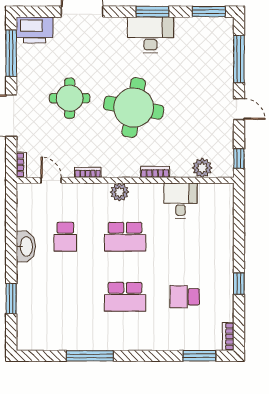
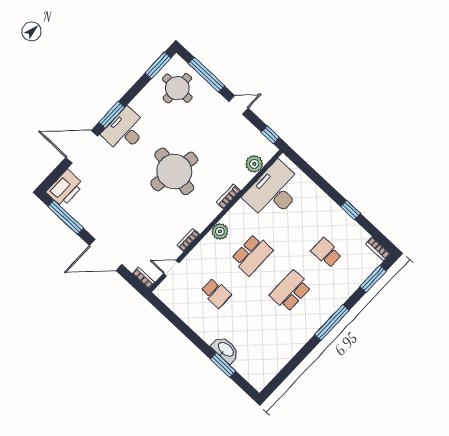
window: (153, 12) -> (112, 115), moved
desk: (150, 35) -> (125, 131), moved
round table: (70, 98) -> (177, 88), moved
desk: (180, 201) -> (274, 191), width x1.87, depth x1.30
washbasin: (26, 246) -> (225, 350), moved
school desk: (125, 297) -> (290, 291), turned 180
school desk: (185, 297) -> (326, 253), turned 90
window: (90, 356) -> (332, 323), moved

